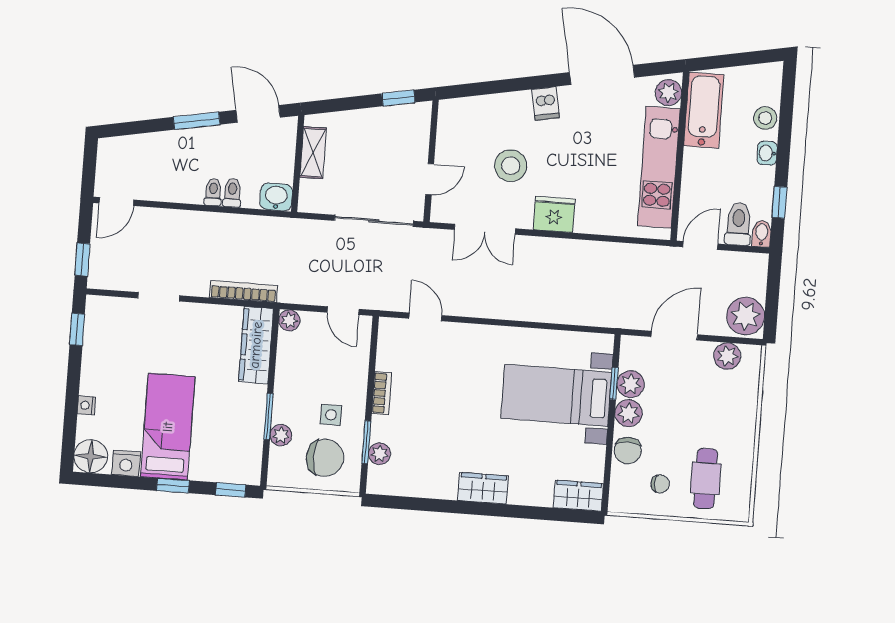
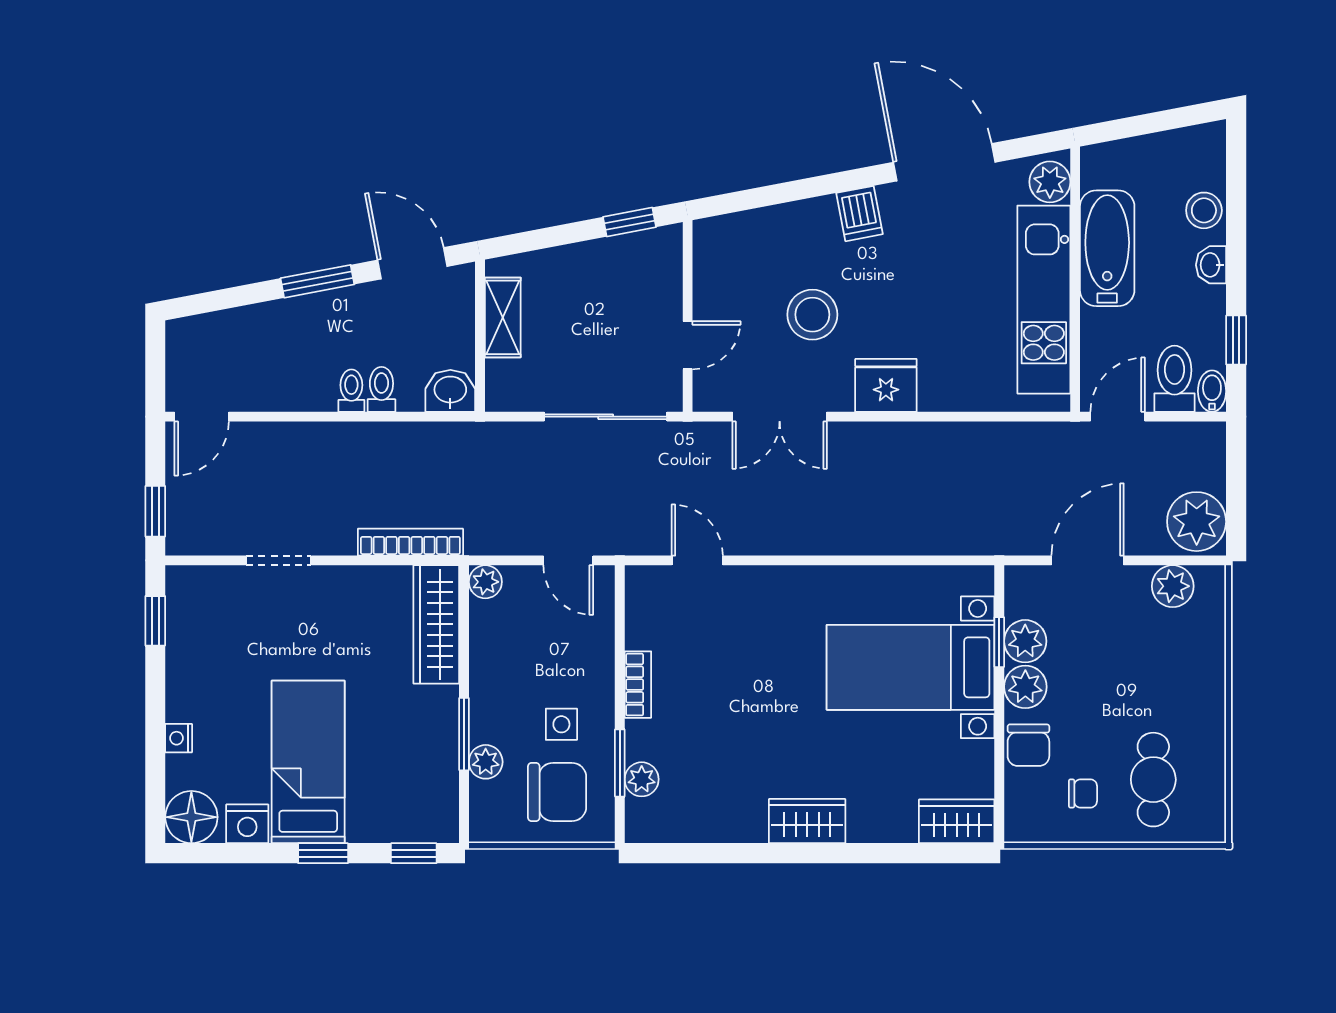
bathtub: (704, 110) -> (1107, 248), moved

